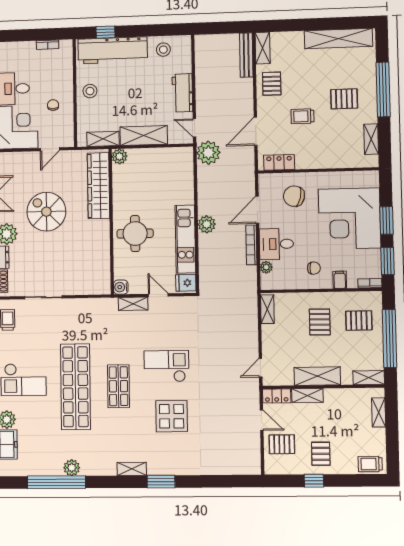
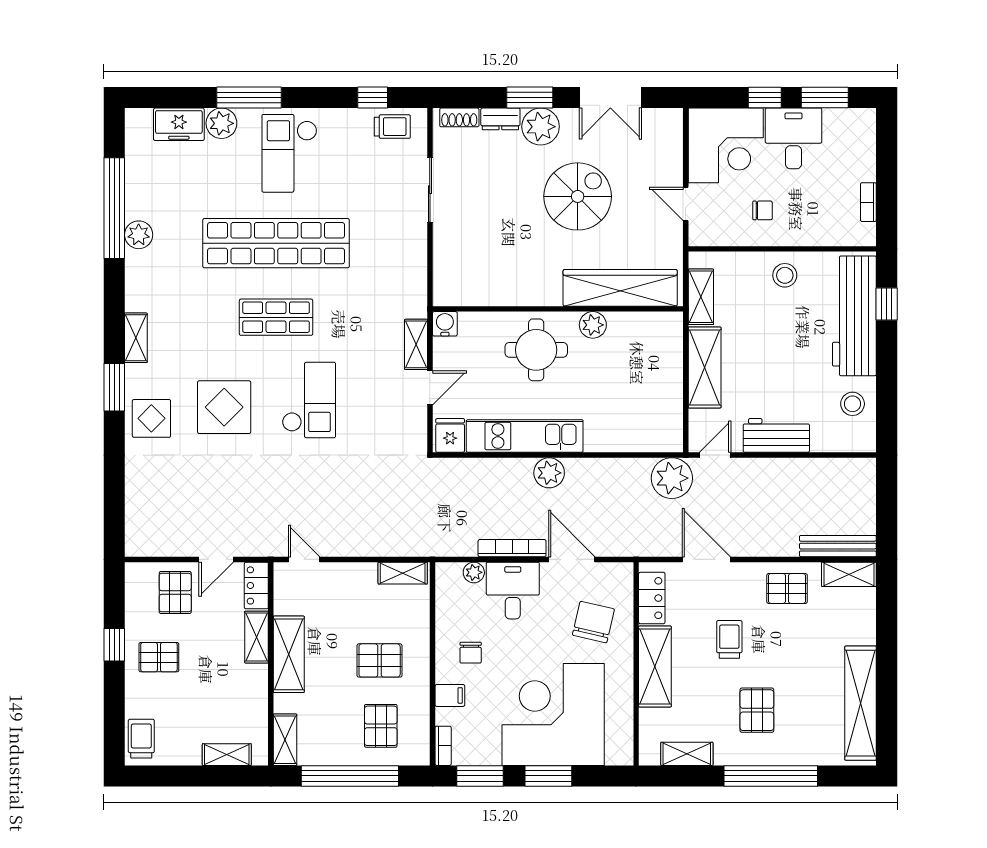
plant: (119, 156) -> (593, 325), moved
shelving: (320, 159) -> (655, 667), added
display table: (179, 459) -> (151, 418), added

